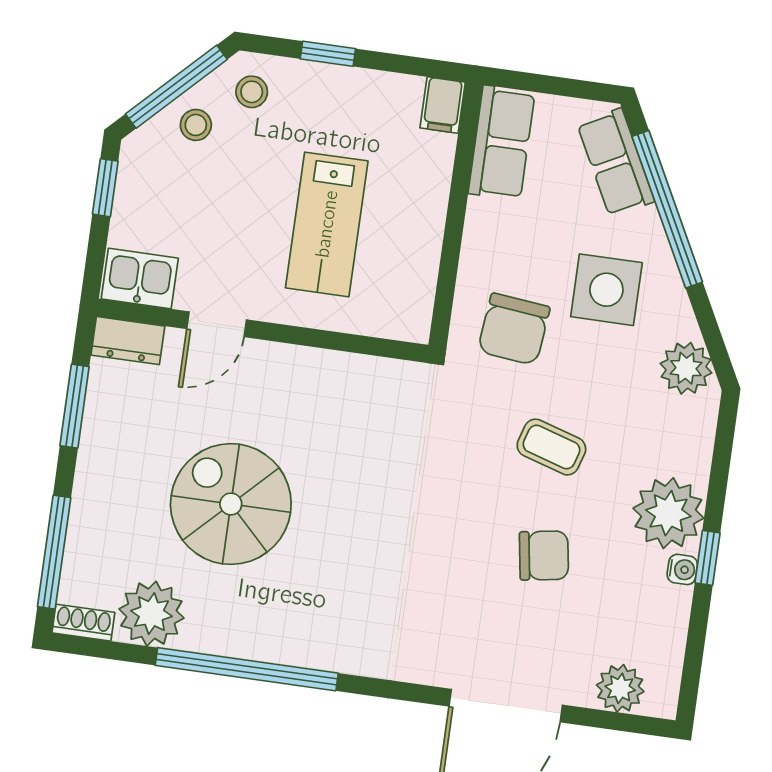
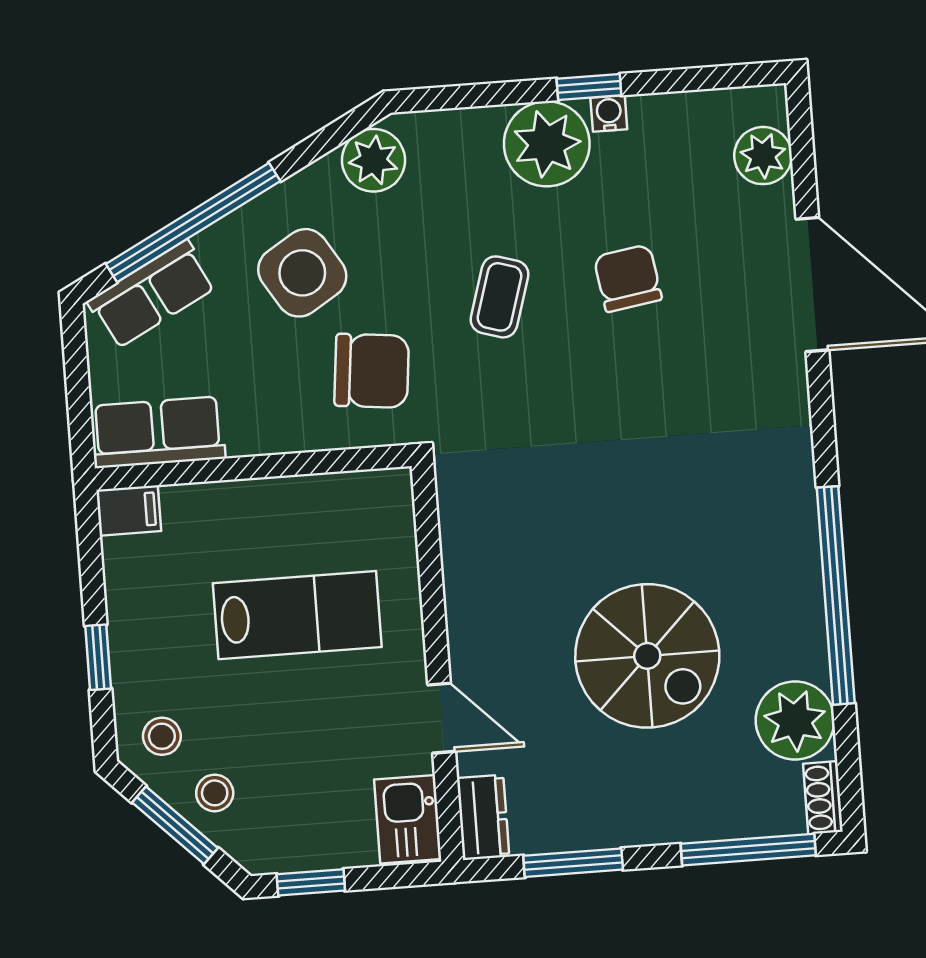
window: (176, 87) -> (175, 825), width x0.69
side table: (606, 290) -> (302, 273), turned -32
spiral stairs: (231, 504) -> (647, 656), turned -90

